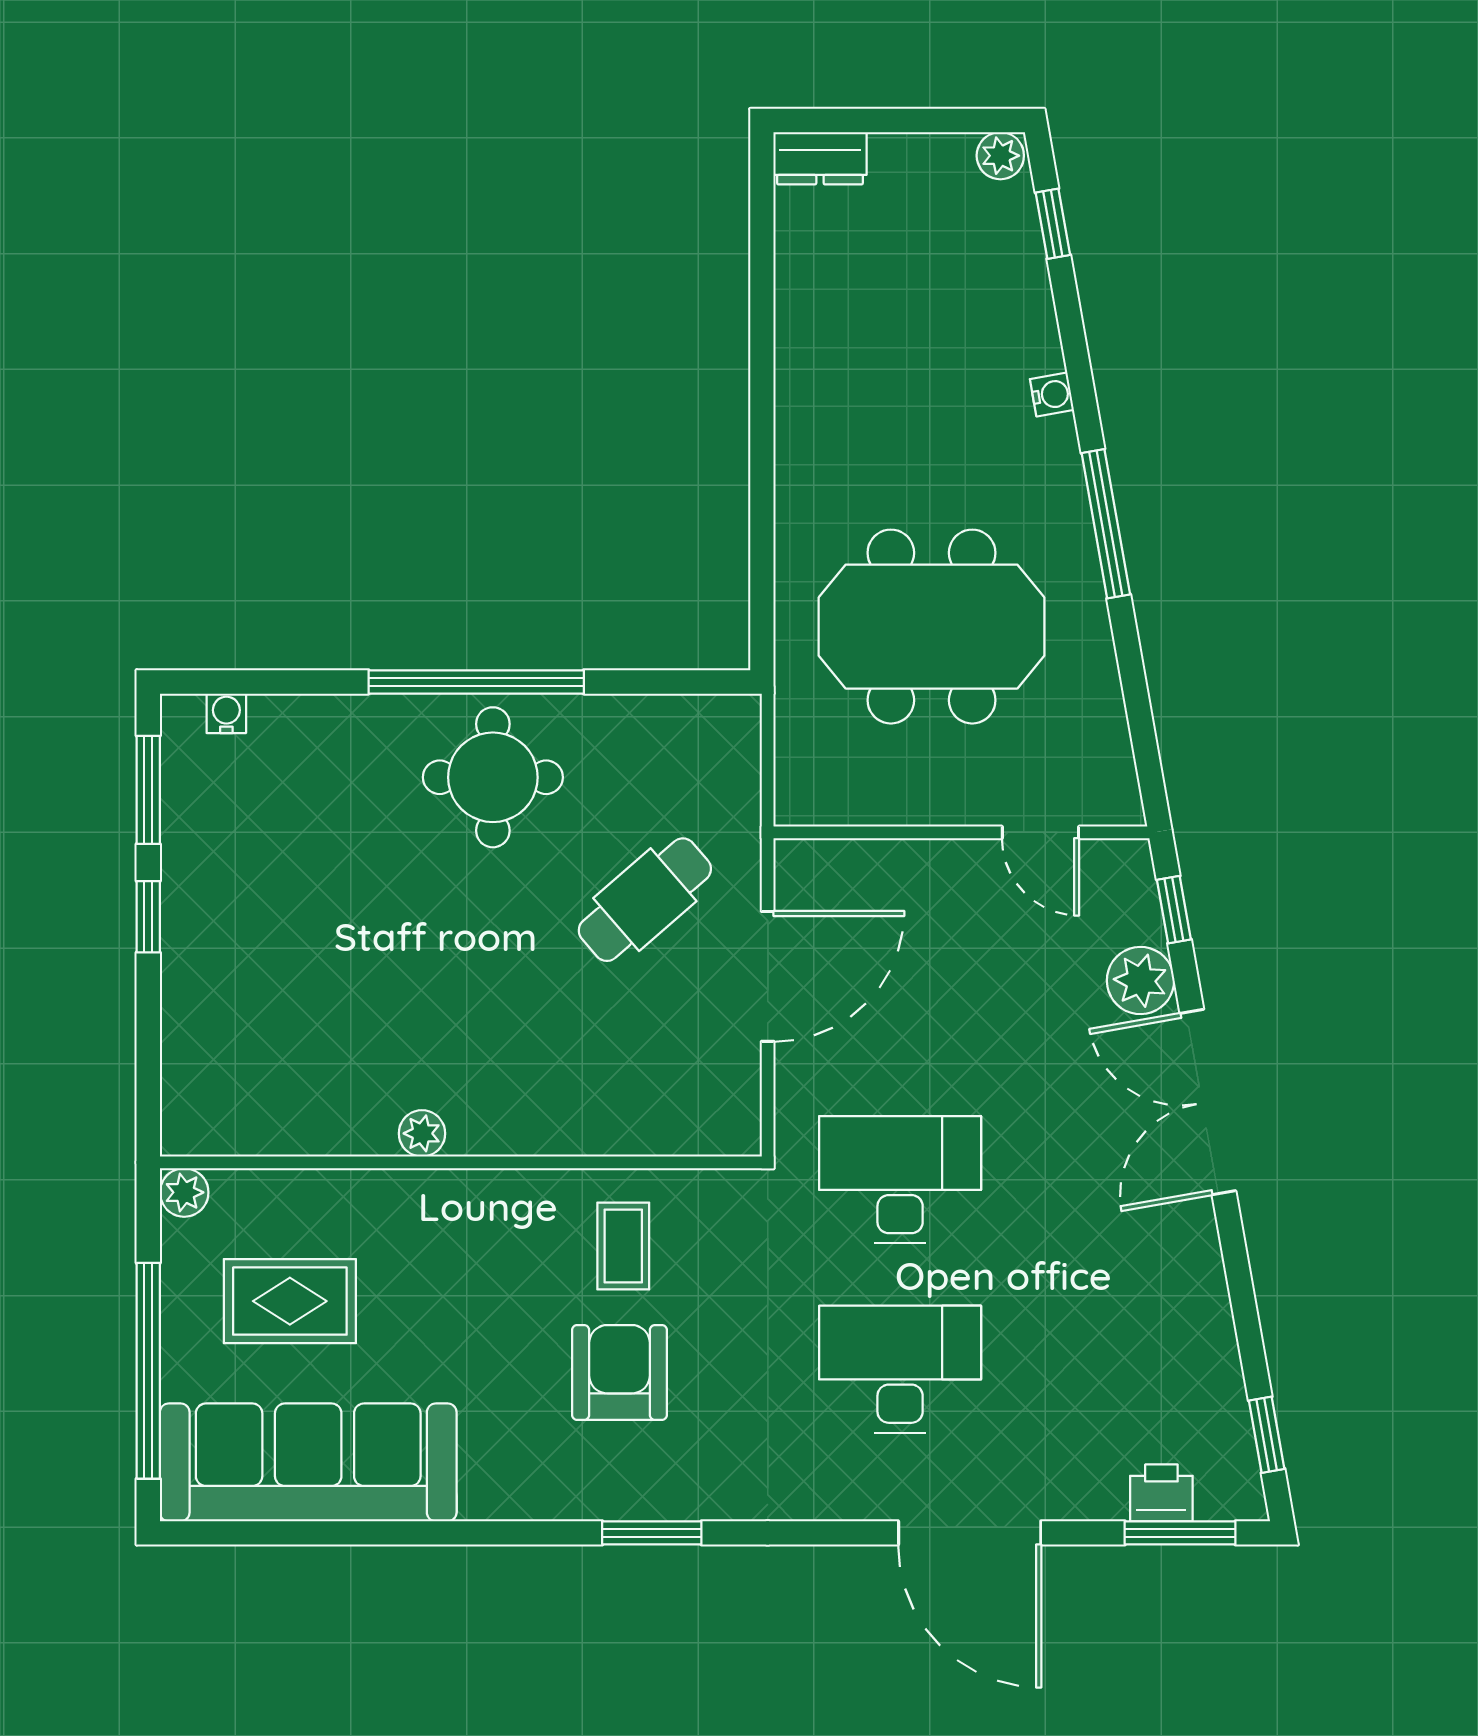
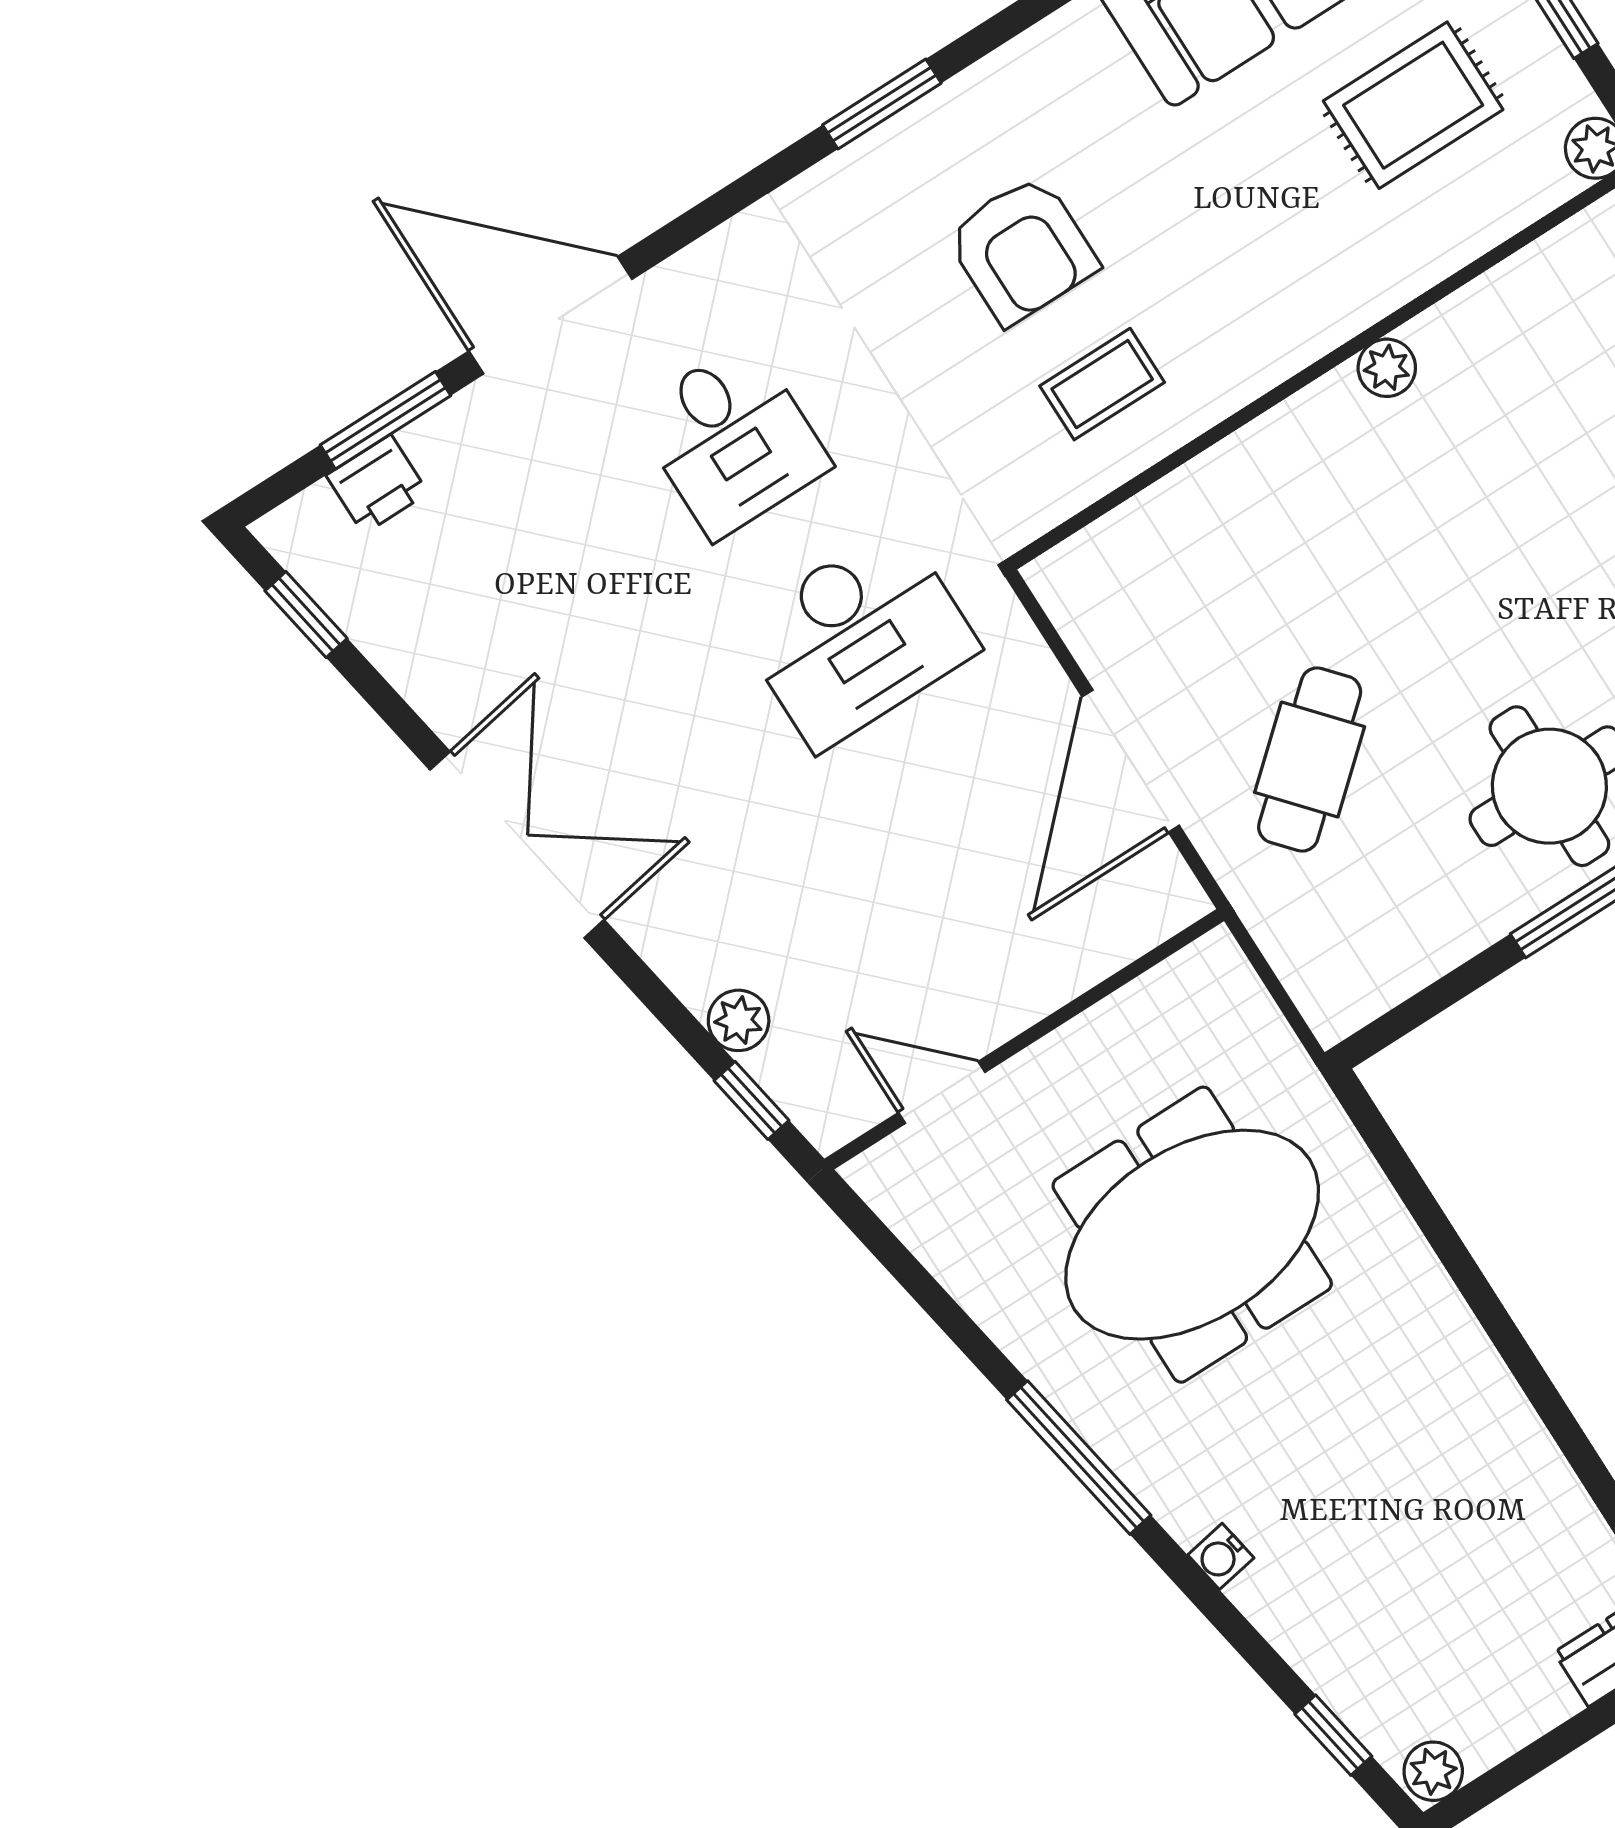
plant: (1140, 981) -> (739, 1020), width x0.73, depth x0.73
double door: (1208, 1102) -> (517, 845), moved
coffee table: (623, 1246) -> (1102, 384), turned 90
desk: (900, 1369) -> (732, 439), width x0.73
window: (1180, 1533) -> (385, 420), moved

